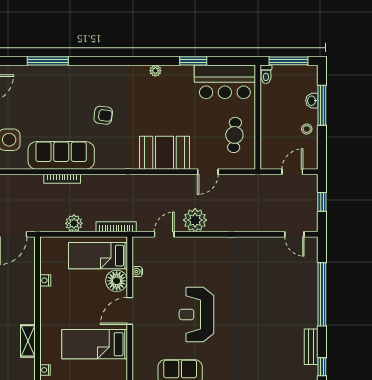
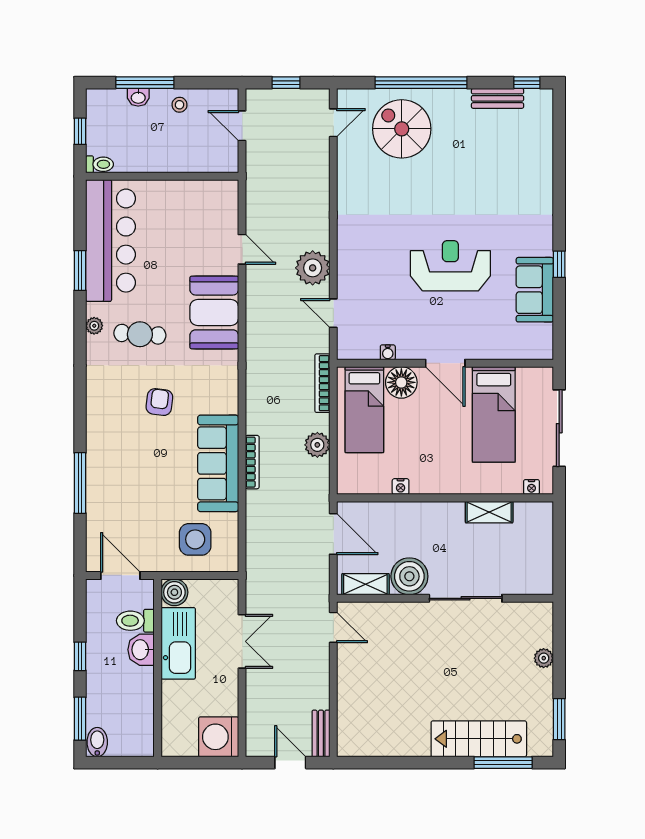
window: (289, 61) -> (80, 131), width x0.46
bar counter: (225, 82) -> (111, 241), width x1.36
cafe table: (234, 135) -> (140, 334), moved
spiral stairs: (290, 281) -> (402, 129), added
reception desk: (196, 314) -> (450, 266), turned 180

